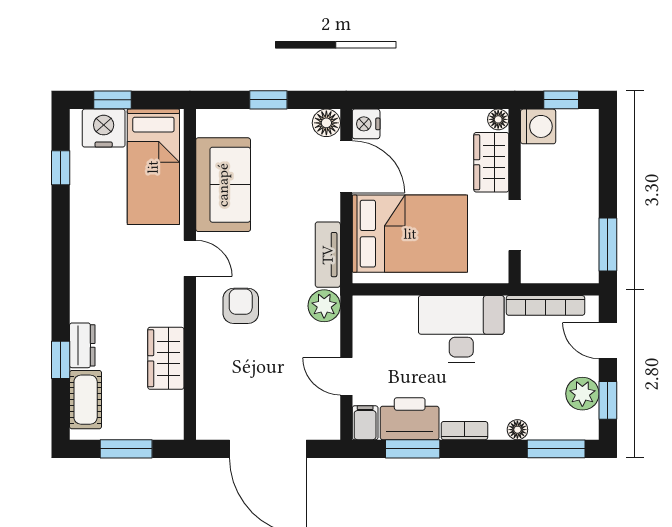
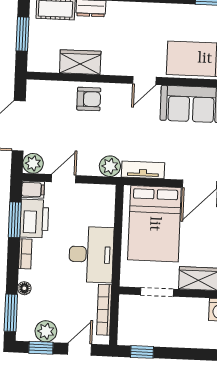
window: (608, 245) -> (142, 352), width x0.67
armchair: (241, 306) -> (89, 99), moved
plant: (325, 424) -> (33, 163), added

